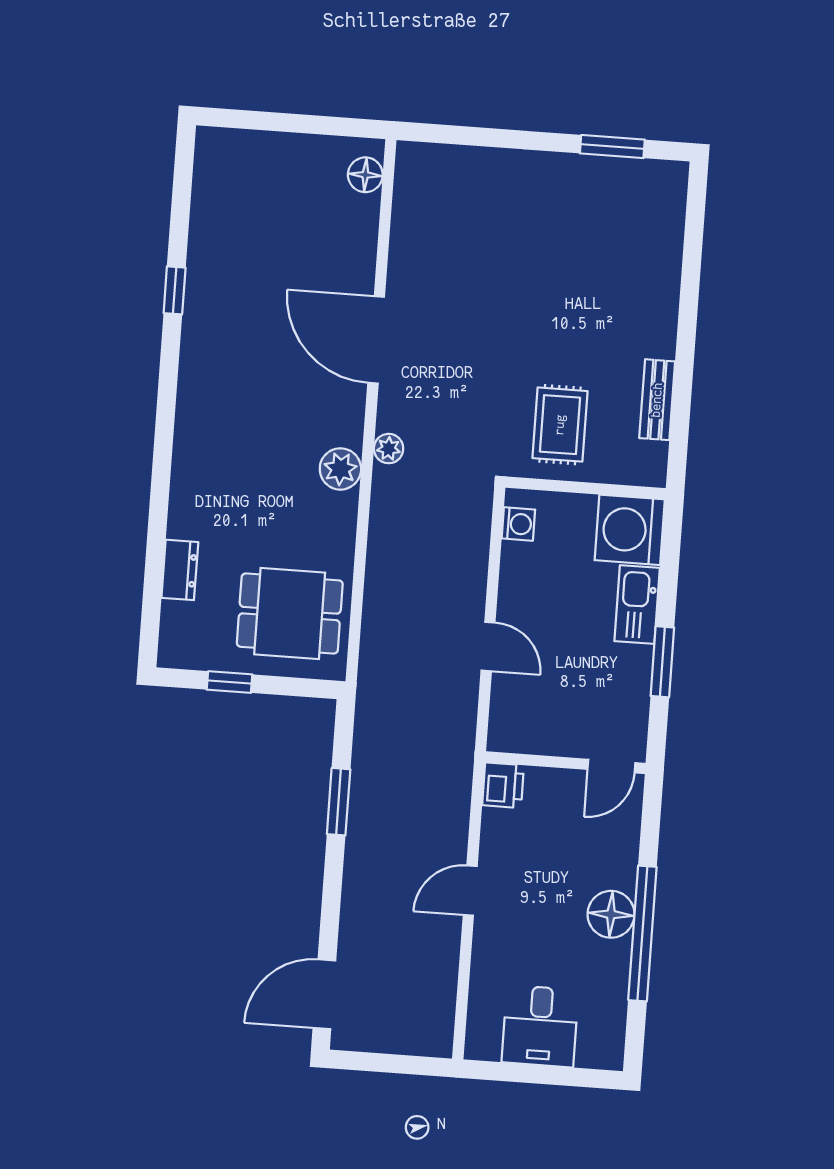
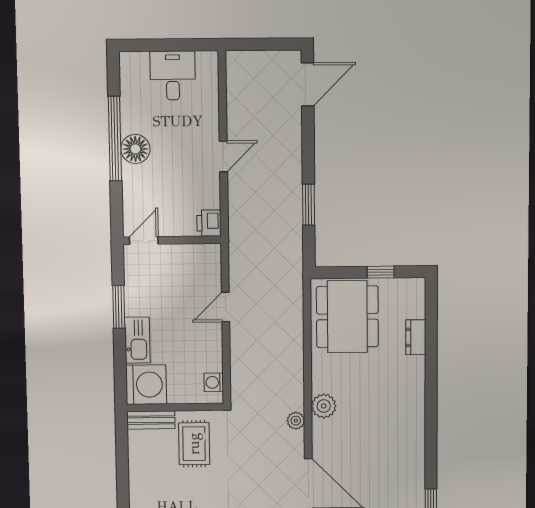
bench: (657, 400) -> (151, 420), moved, turned 90
dining table: (290, 614) -> (347, 317), width x1.38
door: (488, 647) -> (226, 307), hinge flipped

